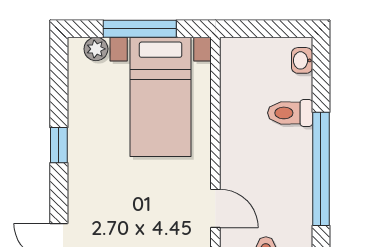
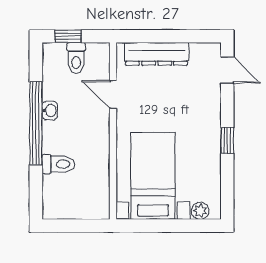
window: (140, 29) -> (168, 226), removed
washbasin: (302, 60) -> (50, 111), moved

